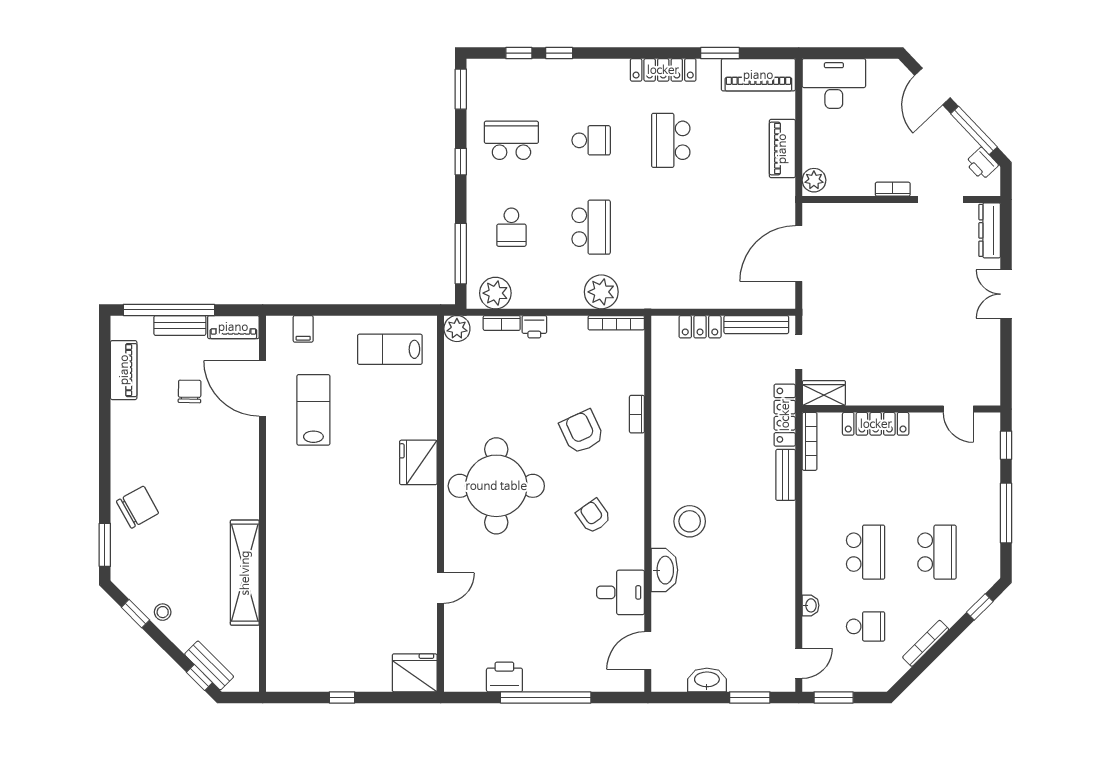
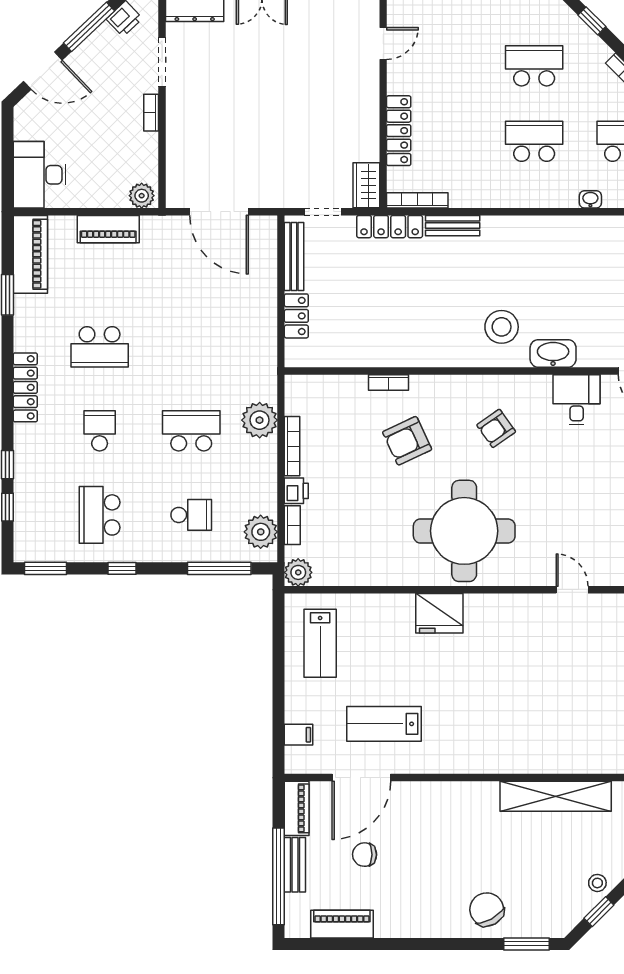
locker: (663, 70) -> (25, 387), moved
bookcase: (616, 323) -> (292, 446), moved

